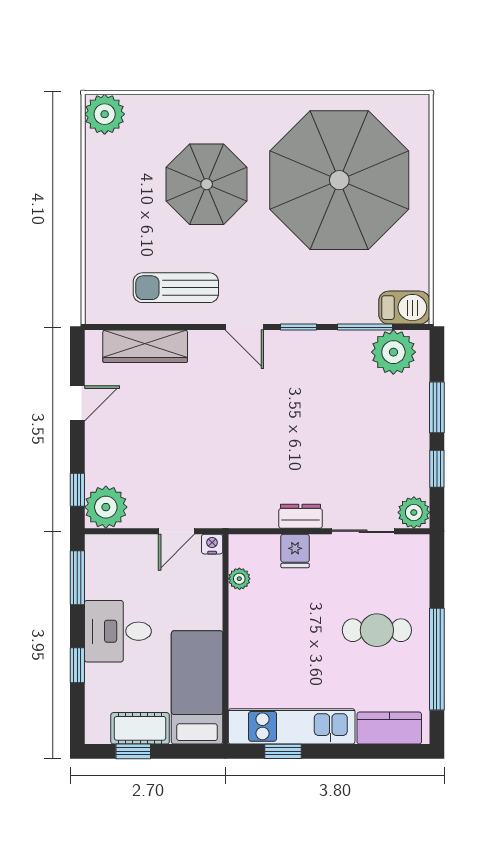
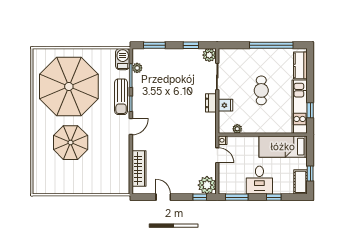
plant: (105, 114) -> (41, 186), removed
sun lounger: (176, 288) -> (121, 97), moved
plant: (393, 352) -> (137, 68), width x0.53, depth x0.53
window: (437, 407) -> (154, 45), moved
cafe table: (377, 630) -> (261, 90), moved
cot: (140, 728) -> (300, 182), moved

